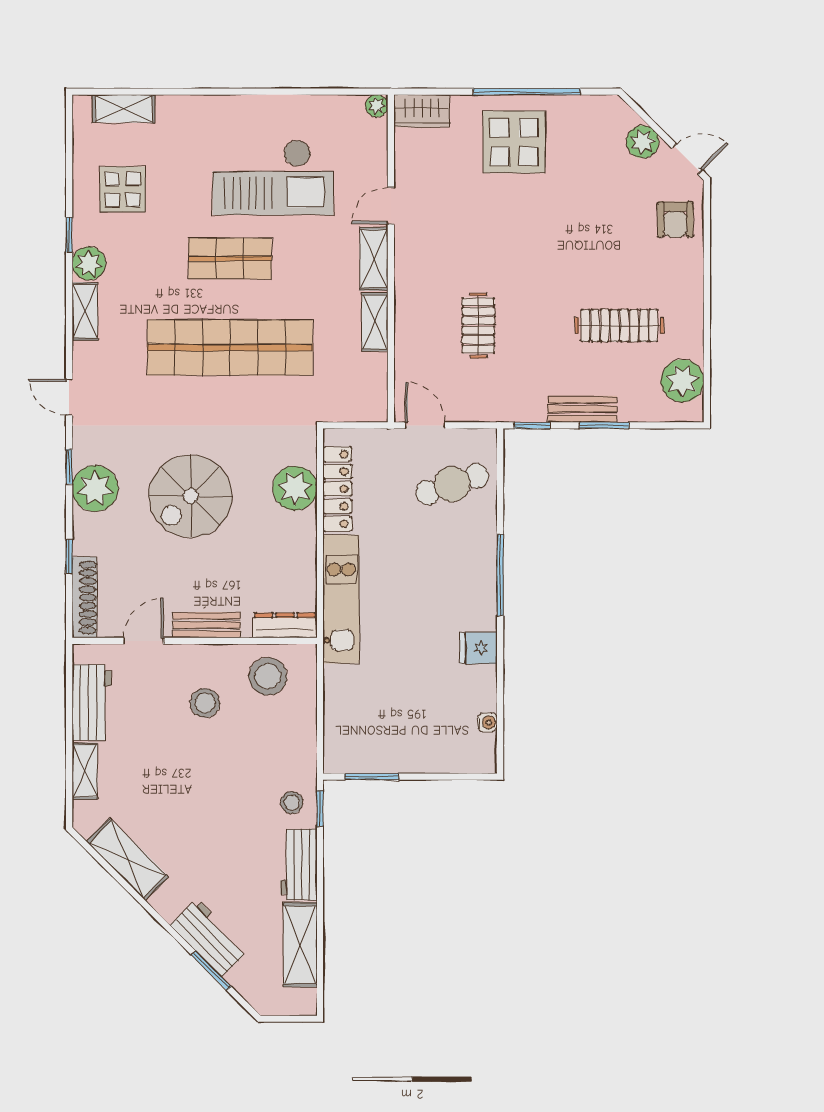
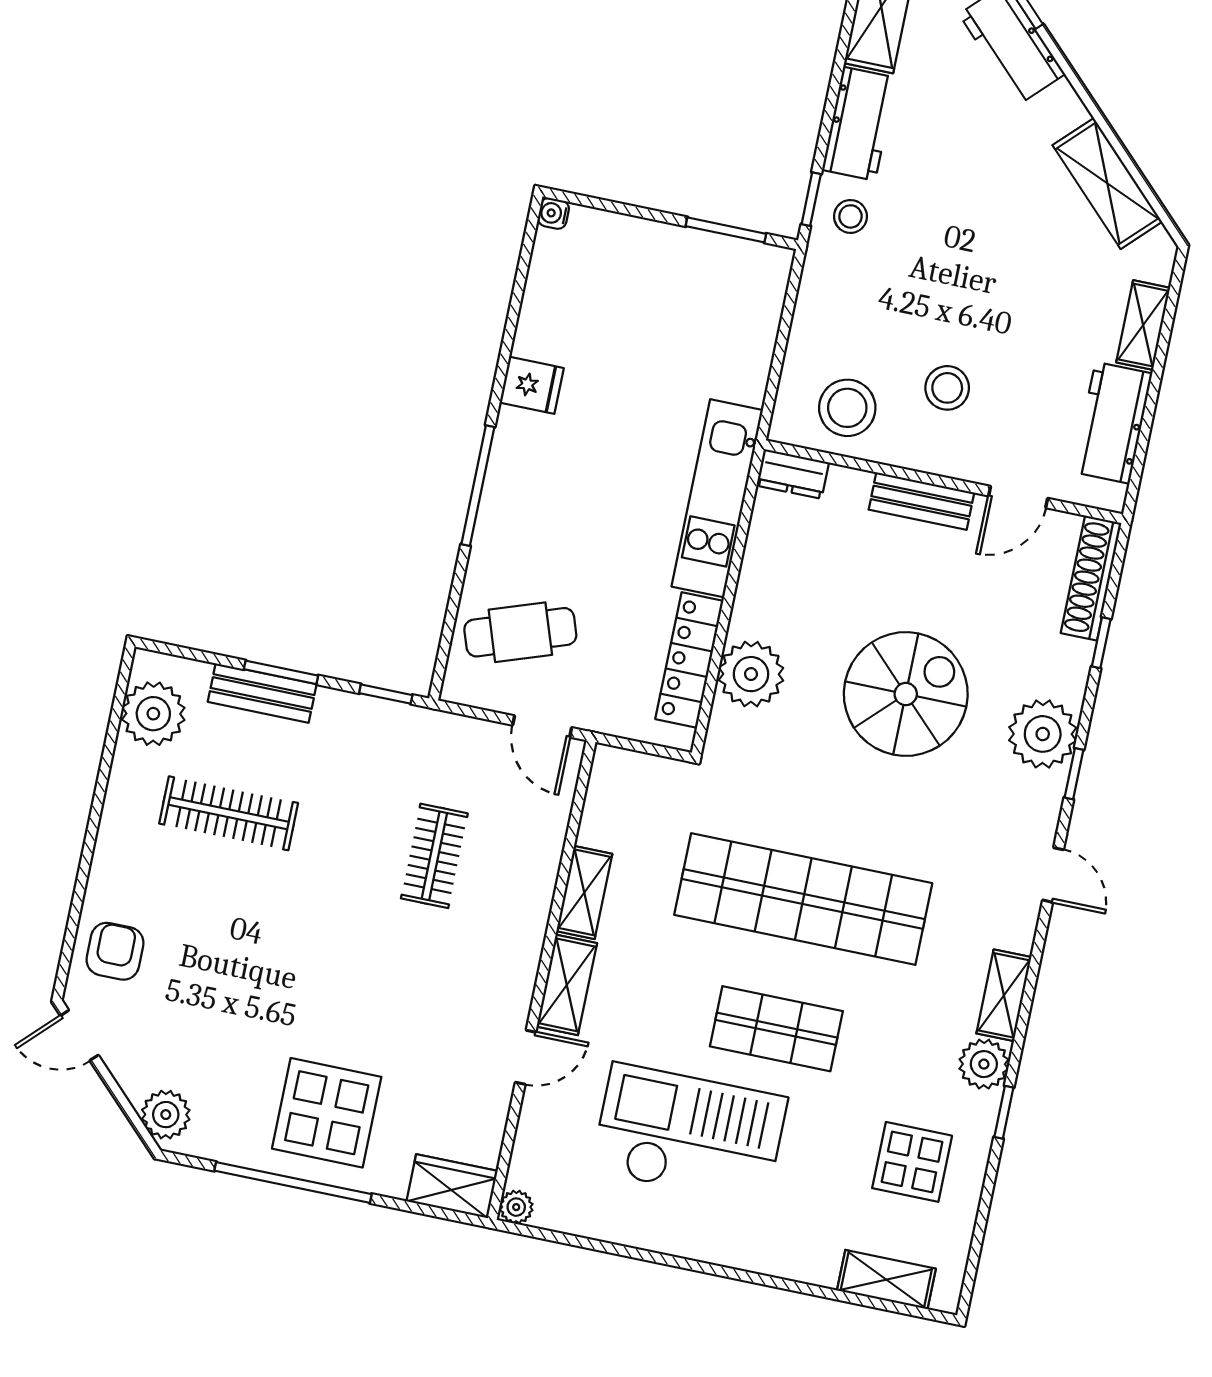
plant: (643, 142) -> (166, 1115), moved
bench: (582, 409) -> (262, 693), moved
dresser: (285, 625) -> (793, 474), width x0.70
water cooler: (488, 722) -> (553, 213), moved

